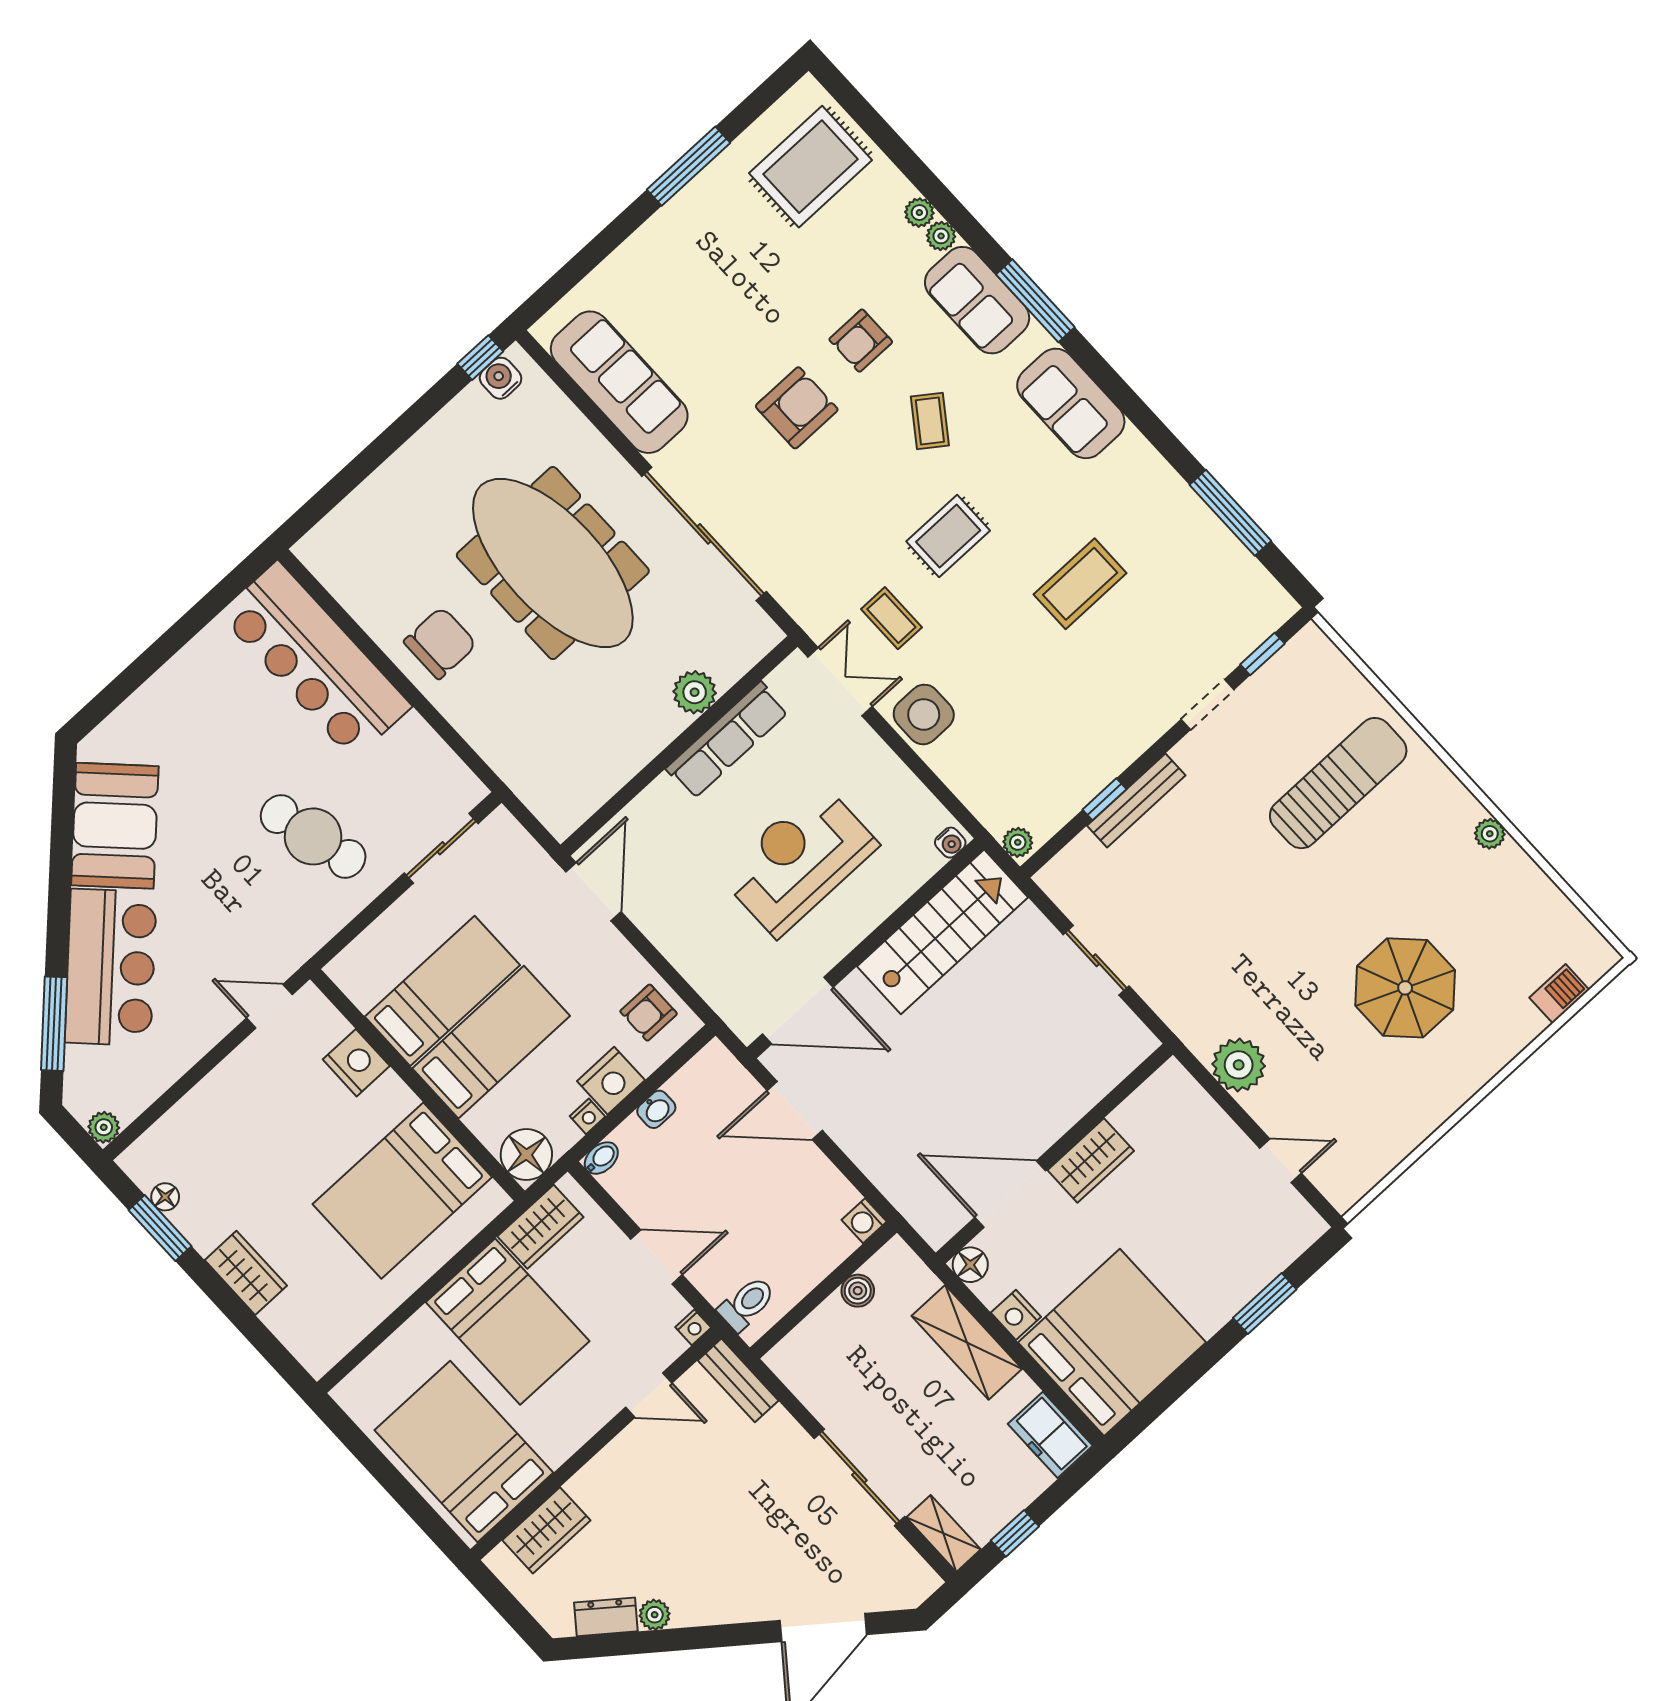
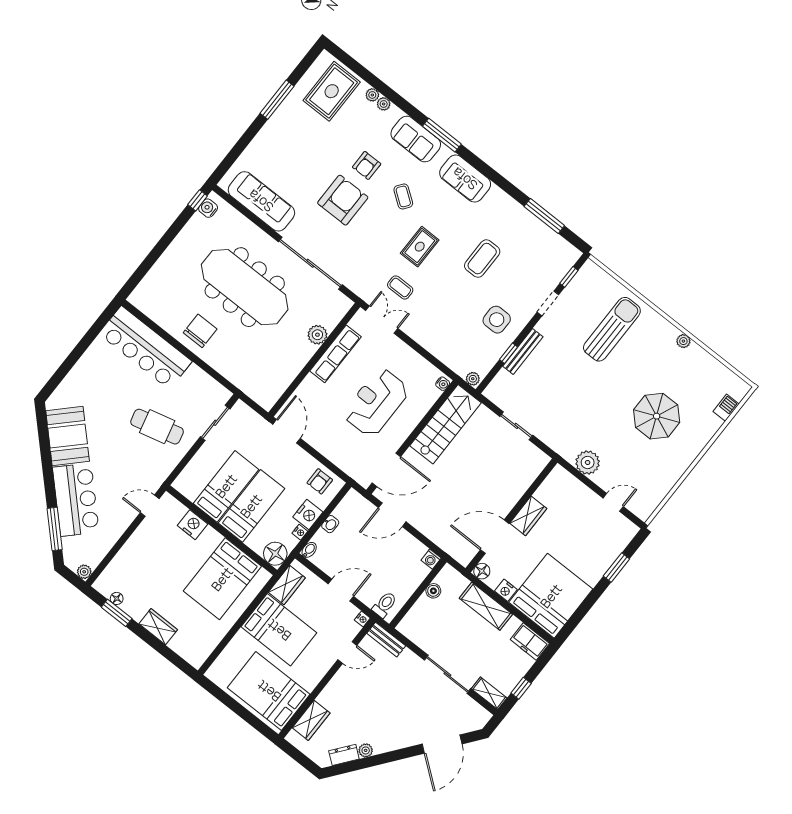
plant: (941, 236) -> (372, 95), moved
armchair: (797, 408) -> (343, 200), width x1.36, depth x1.36
side table: (924, 714) -> (497, 320), moved

